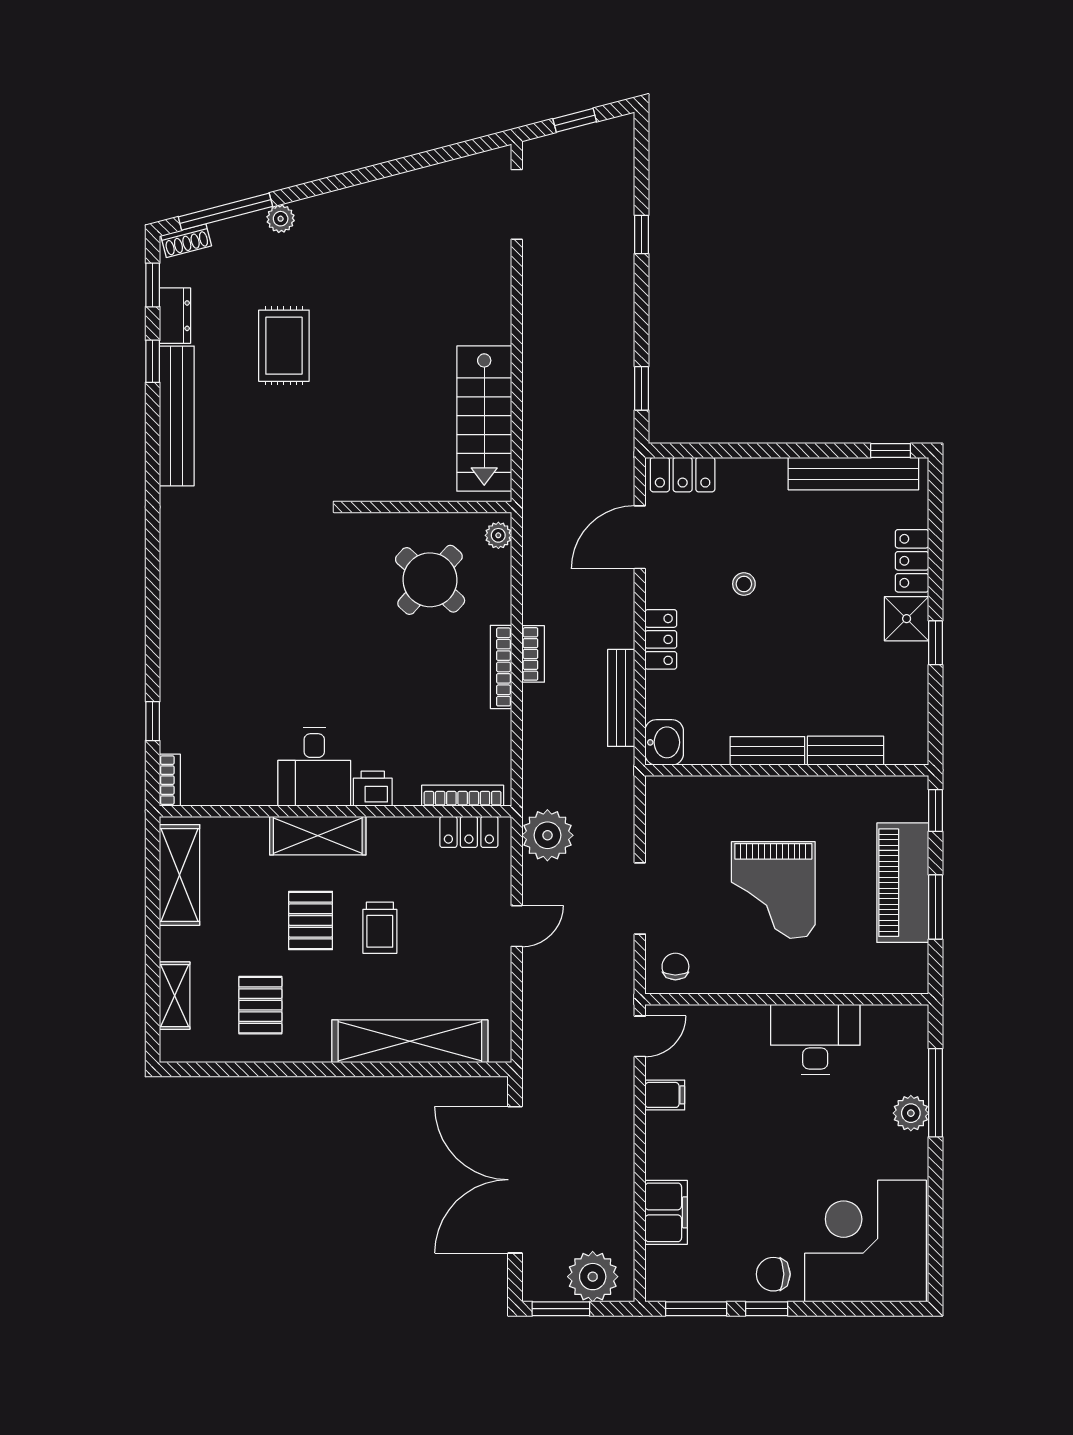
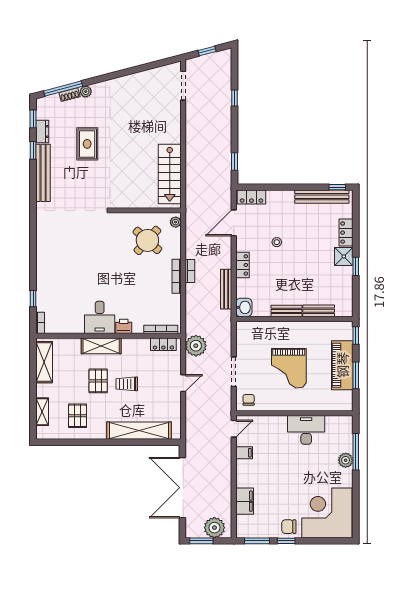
shoe rack: (186, 241) -> (69, 95), moved
trolley: (380, 928) -> (127, 384), turned 90

